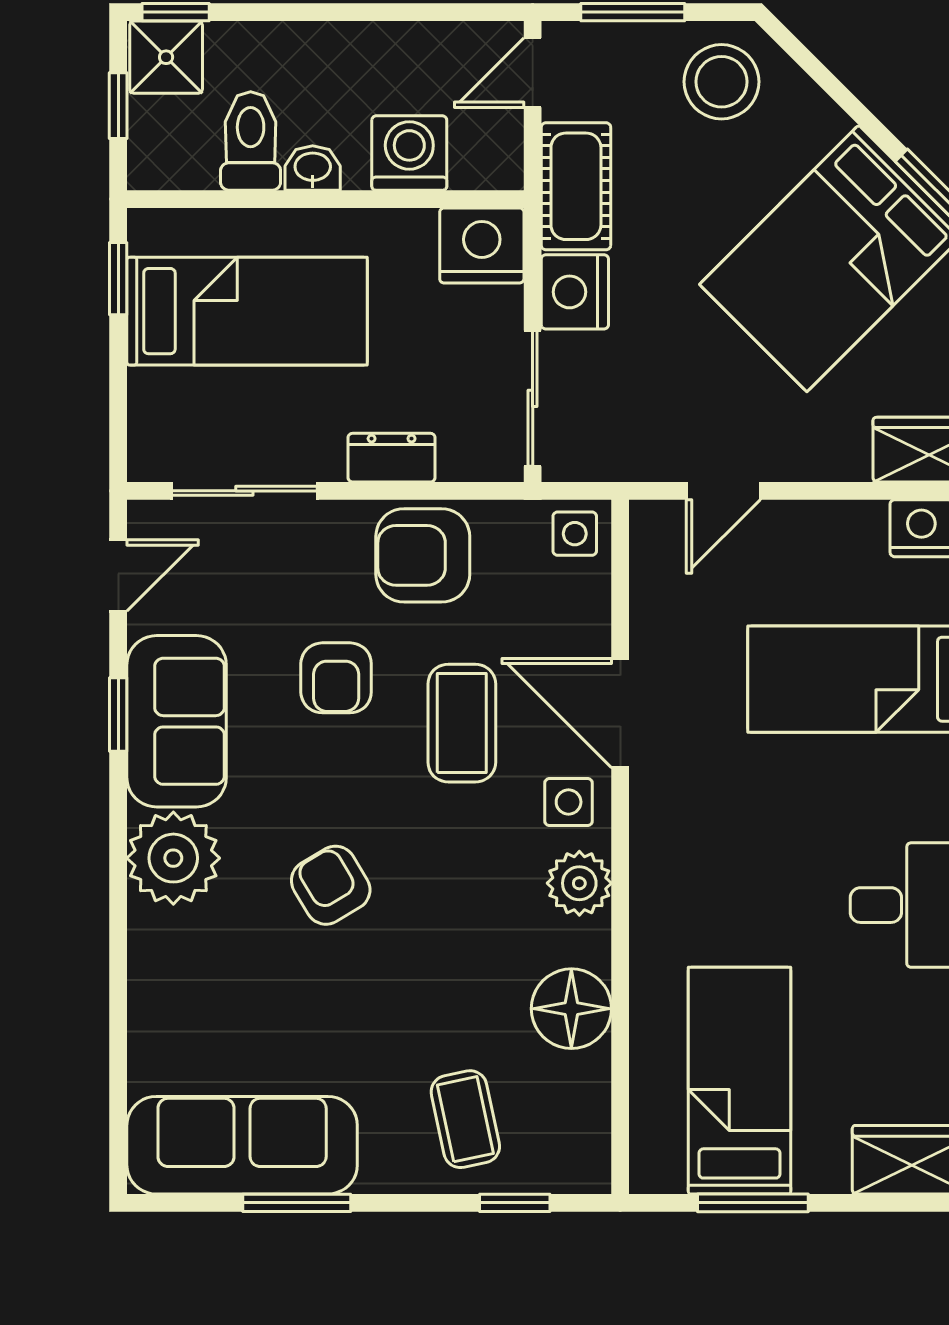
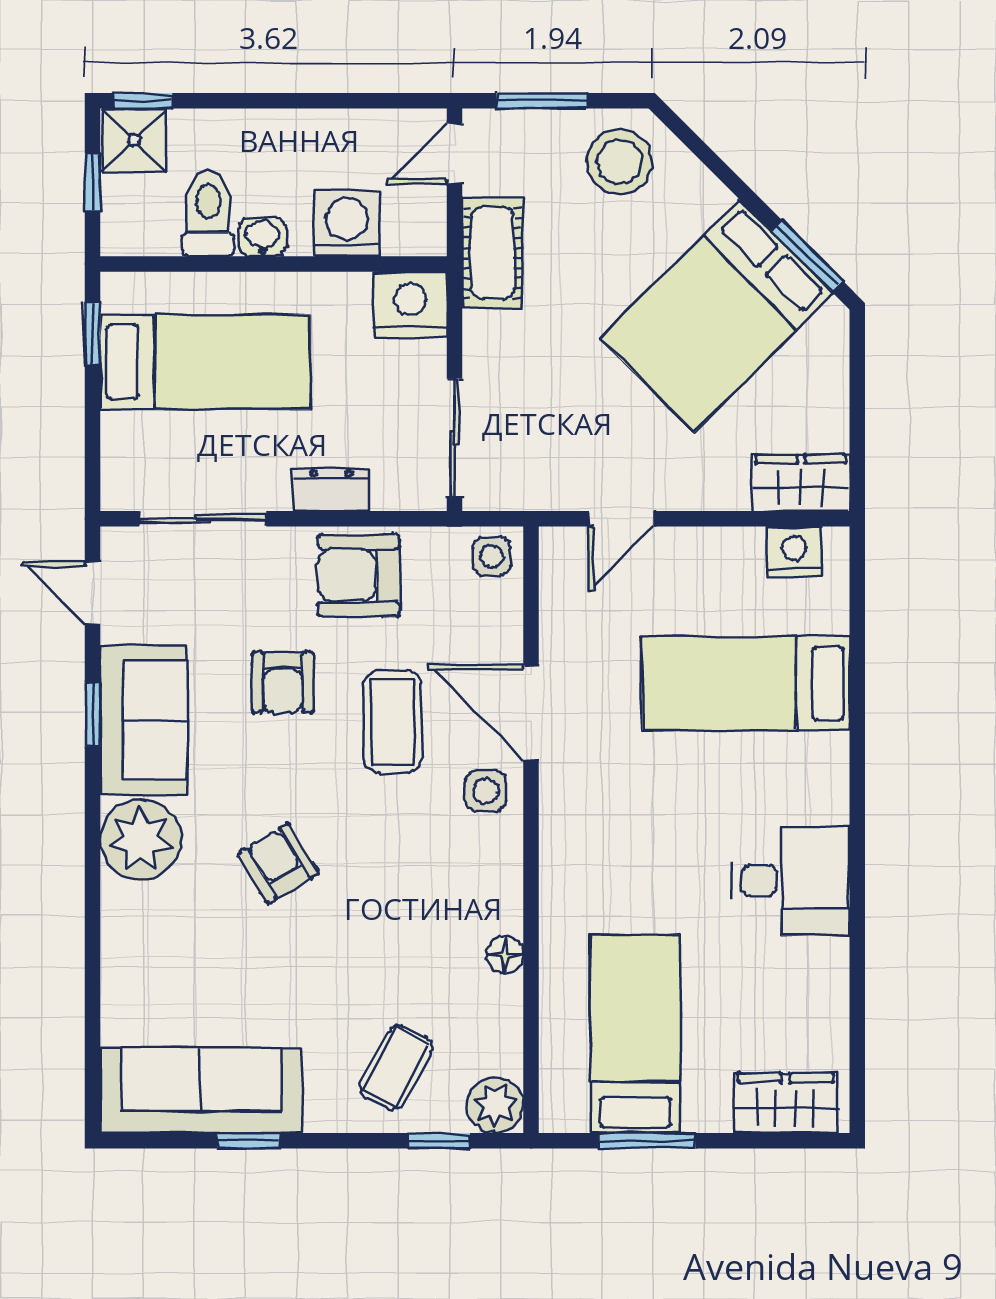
nightstand: (575, 292) -> (491, 345), removed
door: (118, 575) -> (93, 593), swing flipped
plant: (579, 883) -> (495, 1105), moved
floor lamp: (571, 1009) -> (505, 955), width x0.53, depth x0.53
coffee table: (465, 1119) -> (396, 1068), turned 40
window: (297, 1203) -> (249, 1141), width x0.67

